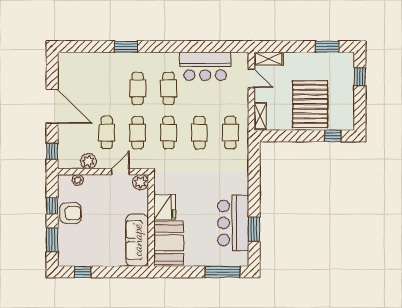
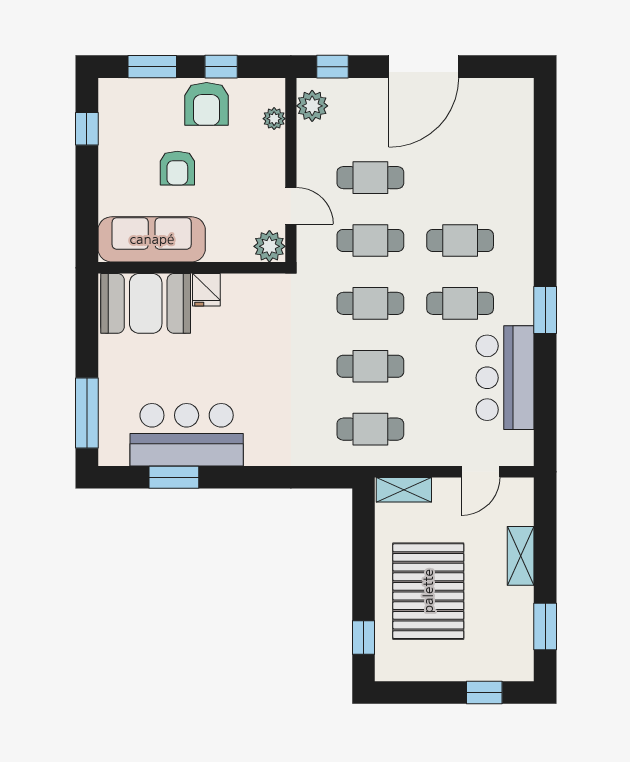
window: (126, 47) -> (545, 310), moved
shelving: (269, 59) -> (521, 556), moved
pallet: (310, 104) -> (428, 591), turned 90
plant: (88, 161) -> (312, 106), moved
fridge: (165, 207) -> (206, 290), width x0.53, depth x0.75
armchair: (102, 227) -> (177, 168), added

